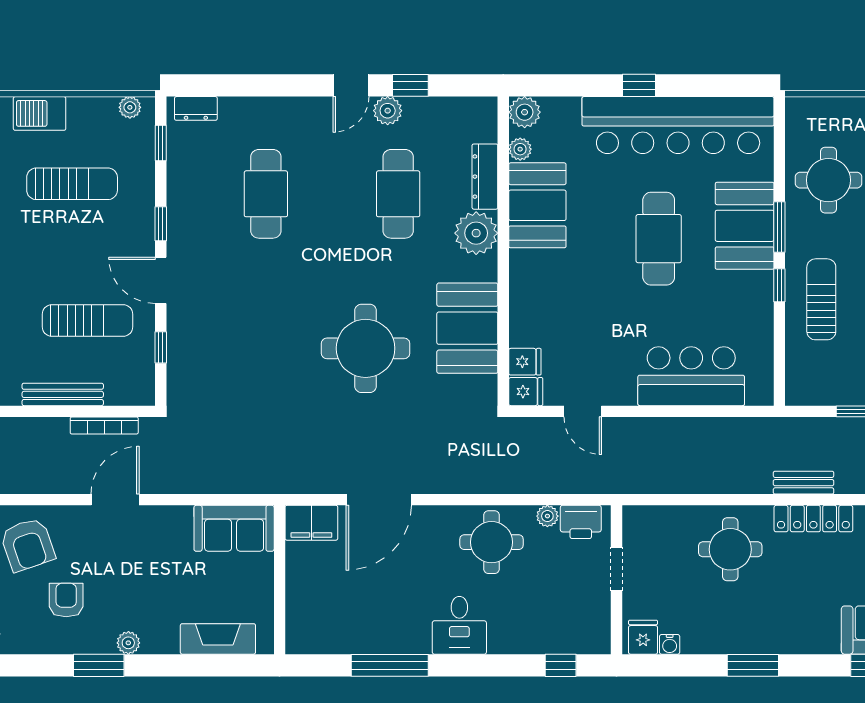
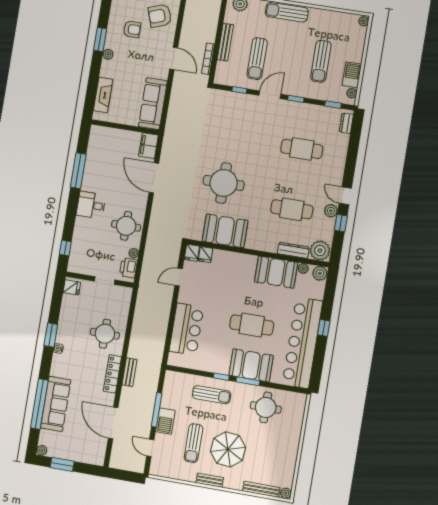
barbecue: (40, 113) -> (352, 75), moved
plant: (476, 233) -> (320, 251), moved
sofa: (234, 528) -> (153, 104), width x1.36
water cooler: (670, 644) -> (58, 348), moved

